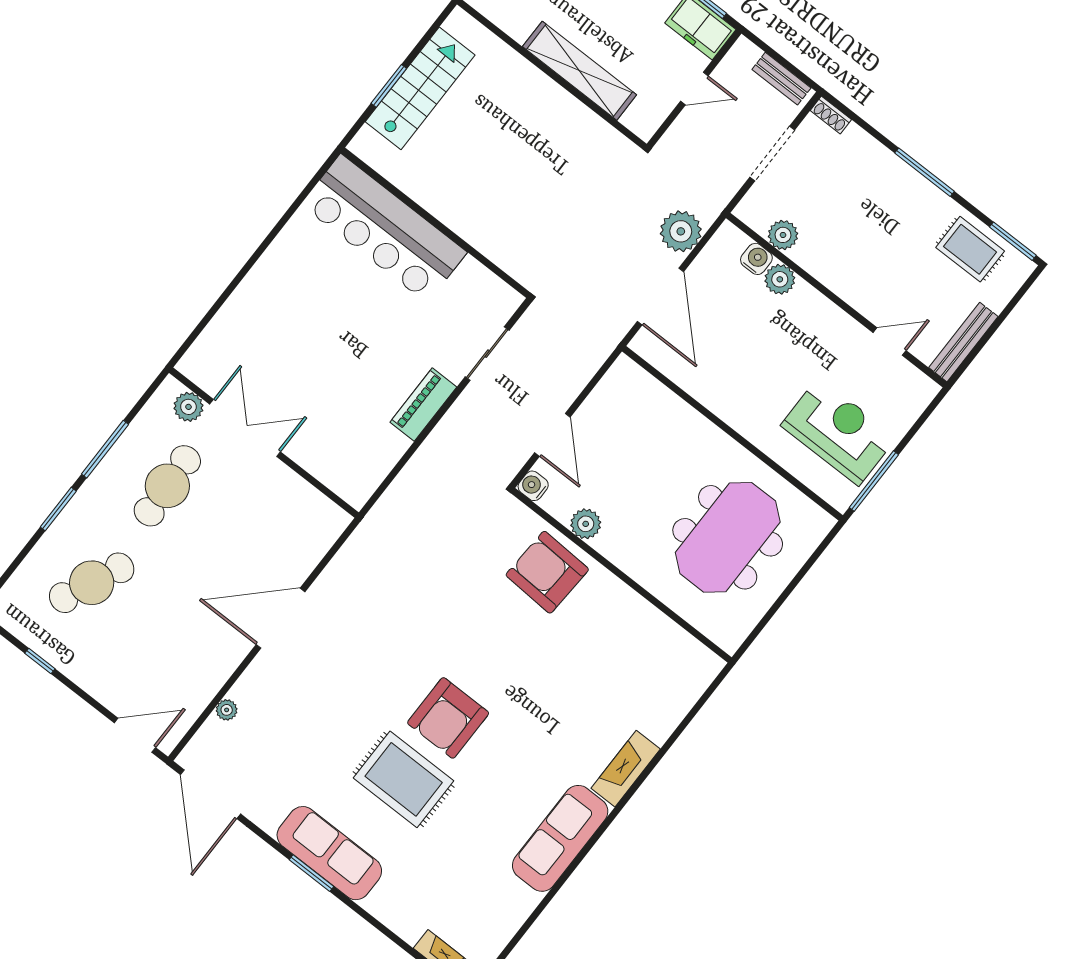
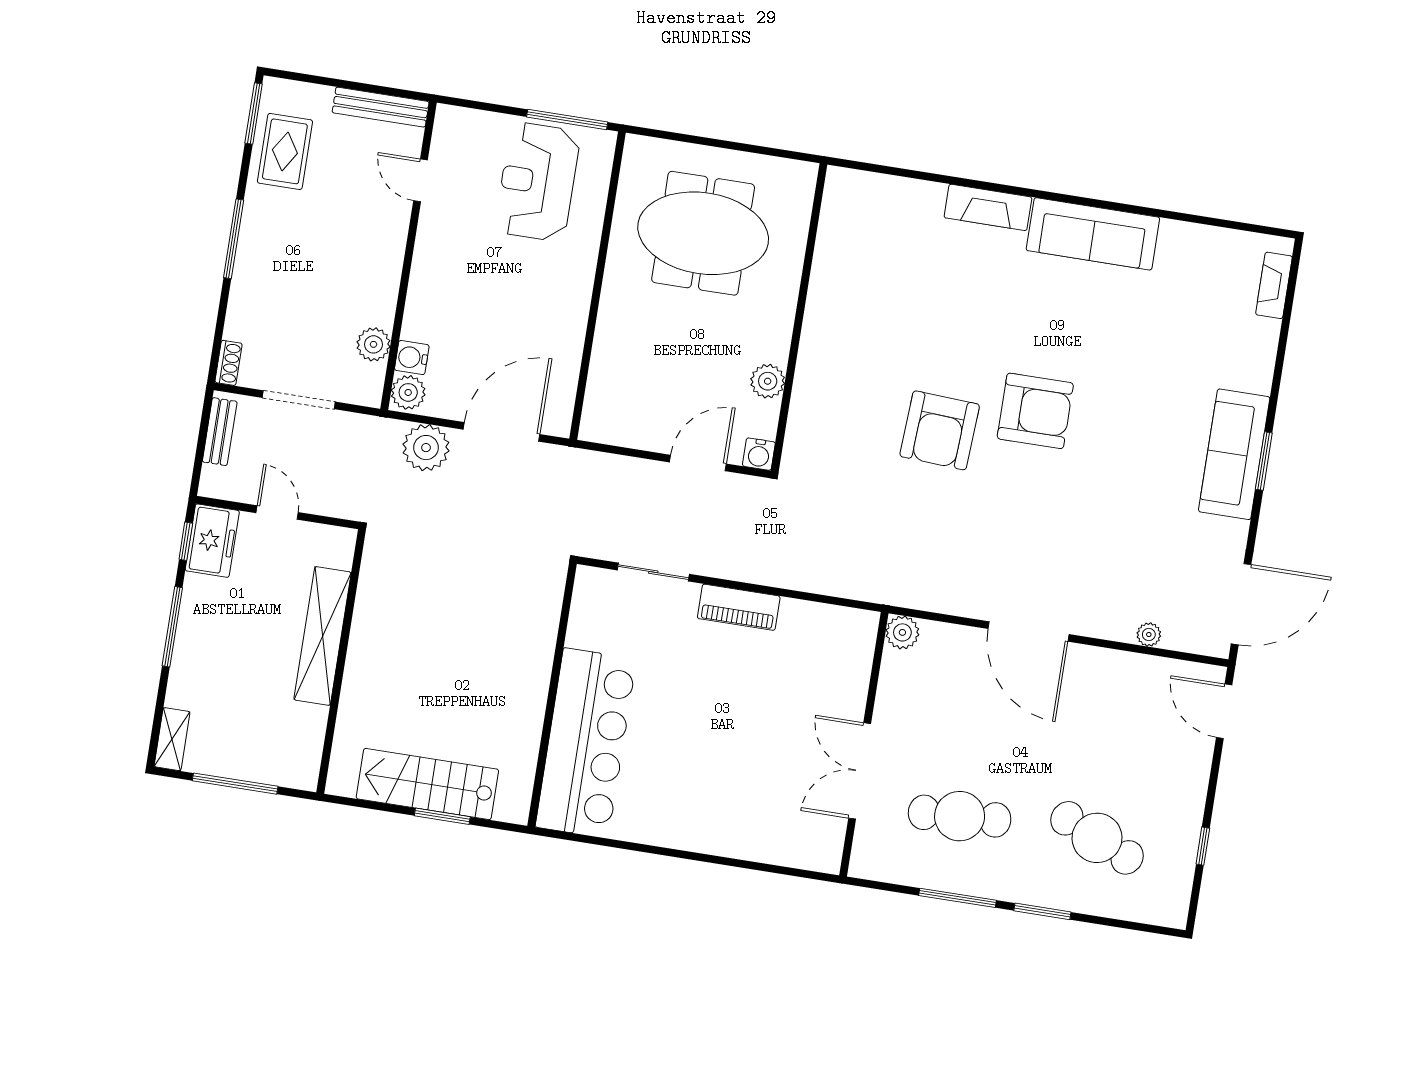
plant: (780, 279) -> (408, 392), moved
plant: (188, 407) -> (902, 632), moved
armchair: (547, 572) -> (940, 430), moved
rug: (404, 779) -> (1120, 421), removed

